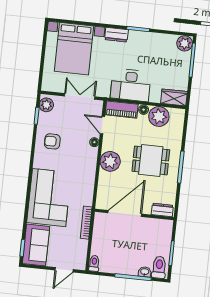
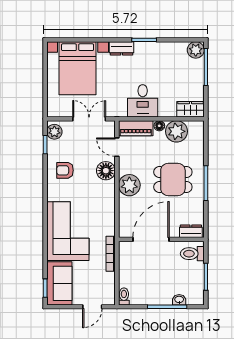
desk: (131, 85) -> (143, 101), width x0.73
floor lamp: (94, 142) -> (106, 171), width x1.89, depth x1.89
toilet: (159, 267) -> (192, 254), moved, turned -90

